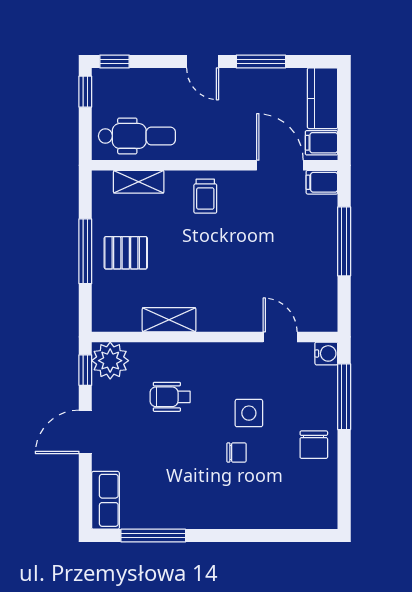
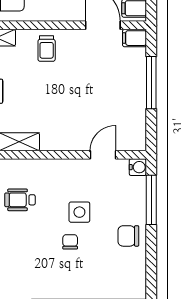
door: (280, 337) -> (103, 155), hinge flipped
chair: (314, 445) -> (128, 236), turned 90
chair: (237, 452) -> (70, 242), turned -90

